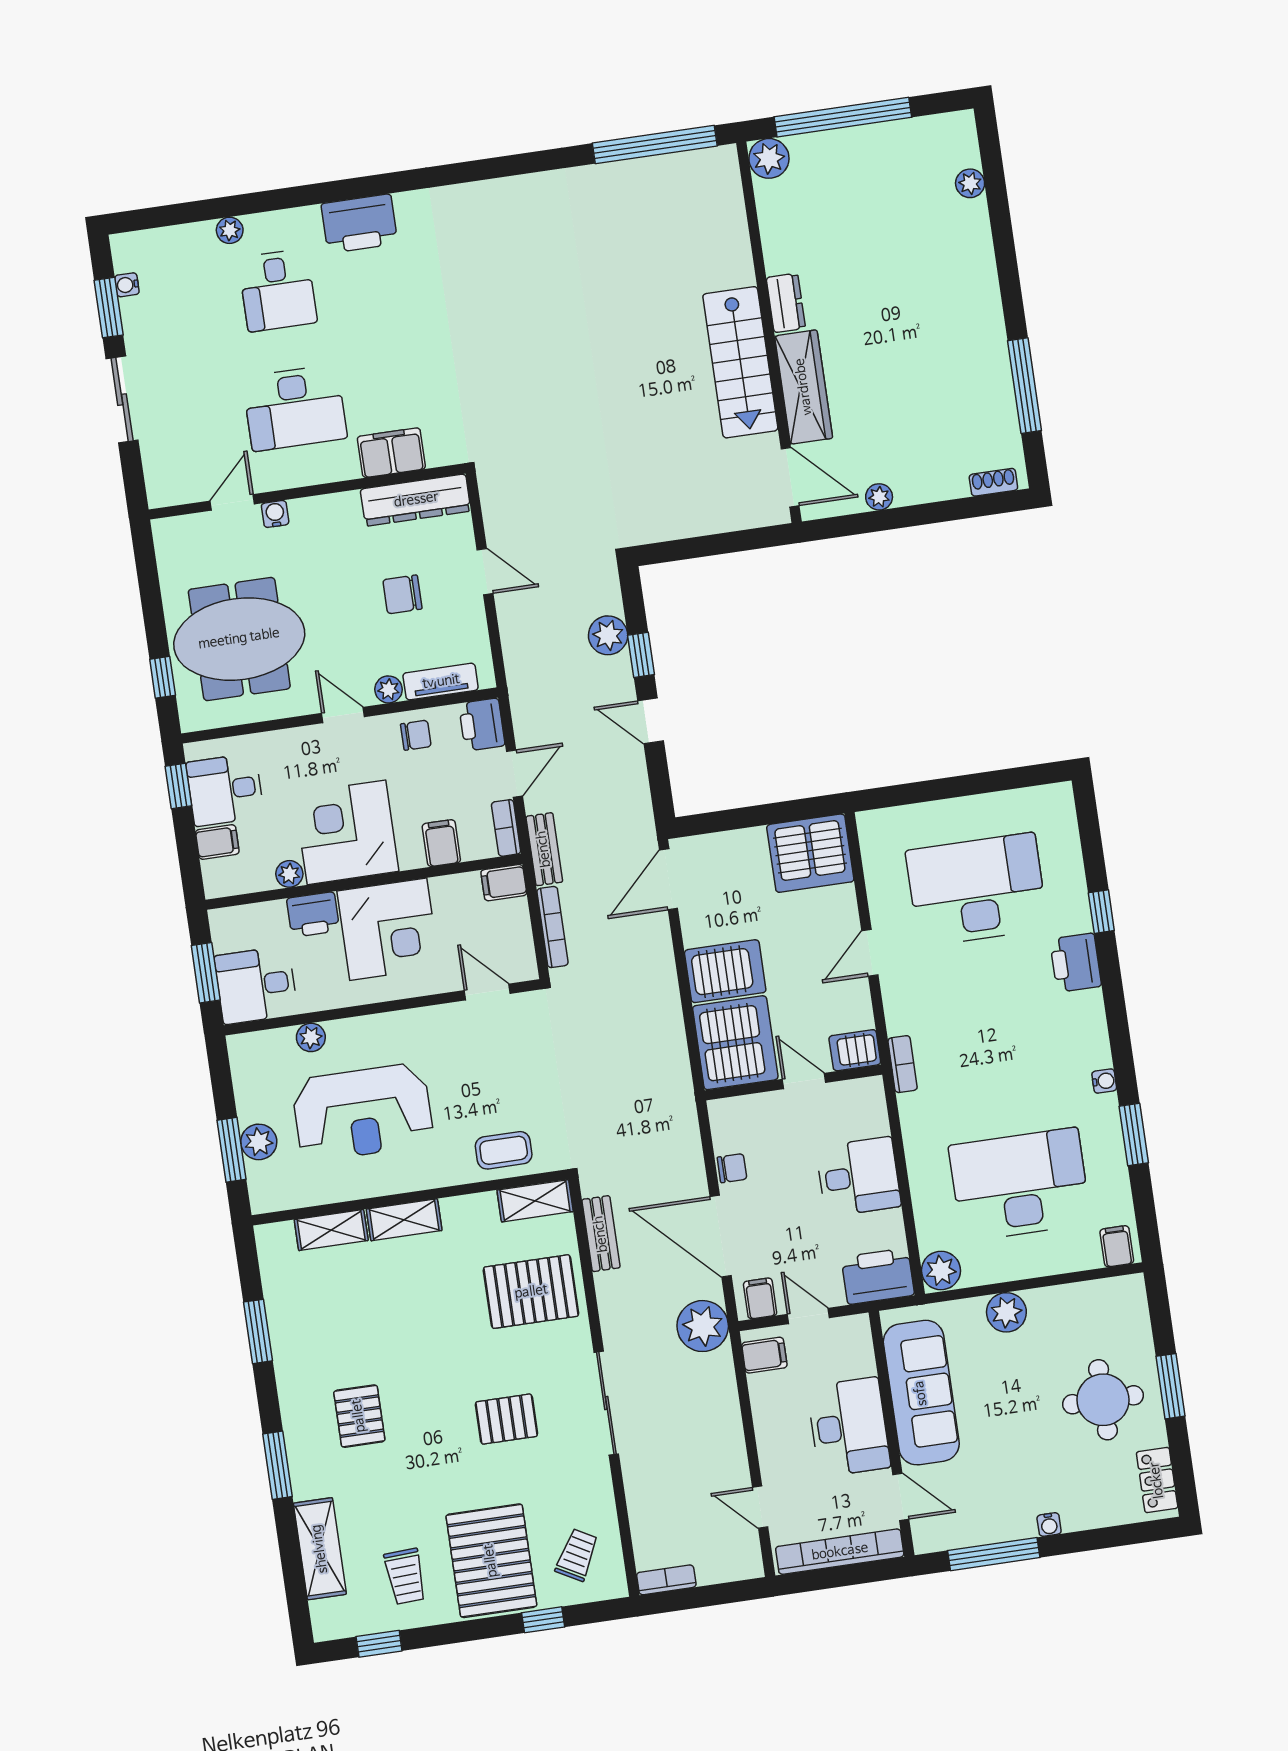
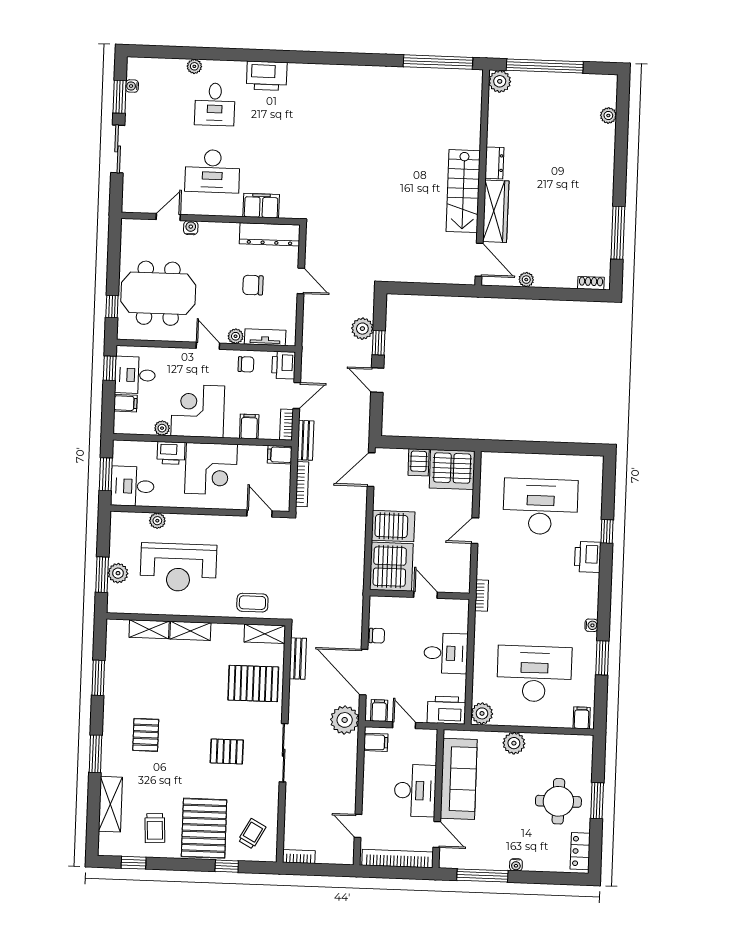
server rack: (855, 1050) -> (419, 462), moved, turned -90

